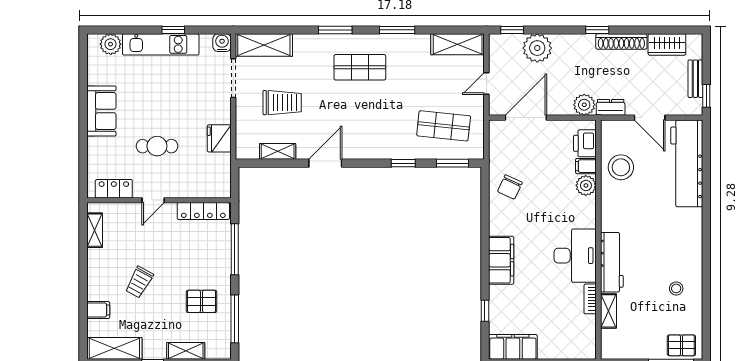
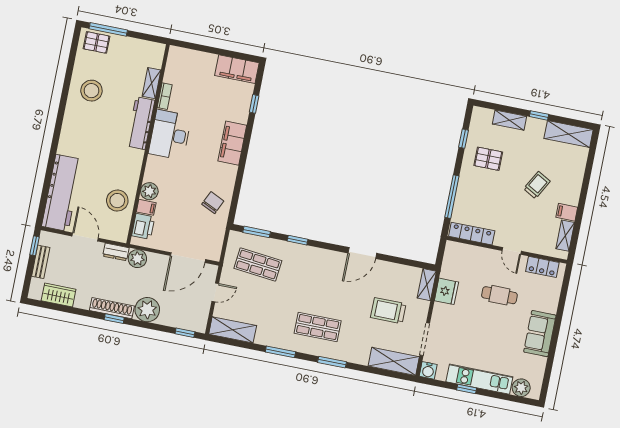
shoe rack: (621, 41) -> (112, 308), moved
plant: (537, 48) -> (147, 310), moved
shelving: (278, 151) -> (427, 285), moved, turned 90
door: (153, 200) -> (512, 251), swing flipped
stool: (676, 288) -> (91, 91), width x1.89, depth x1.89
filing cabinet: (98, 310) -> (567, 212), moved
window: (235, 319) -> (464, 139), width x0.46

